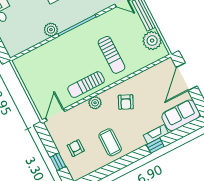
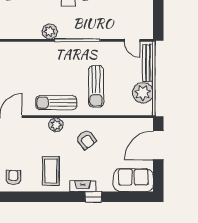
armchair: (126, 102) -> (86, 140), turned -63
fireplace: (156, 134) -> (83, 186), moved
armchair: (76, 148) -> (13, 177), moved

